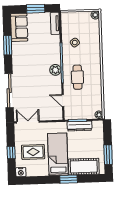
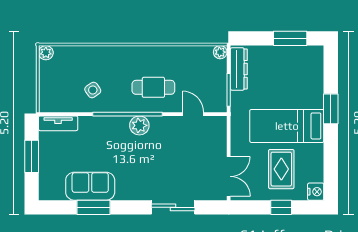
sofa: (19, 27) -> (90, 186), moved
sliding door: (9, 91) -> (173, 207), width x0.73
door: (63, 100) -> (193, 114), swing flipped
double door: (28, 122) -> (229, 176), swing flipped
dresser: (80, 126) -> (239, 69), moved
cot: (84, 167) -> (310, 82), removed

